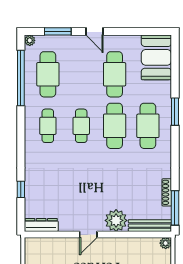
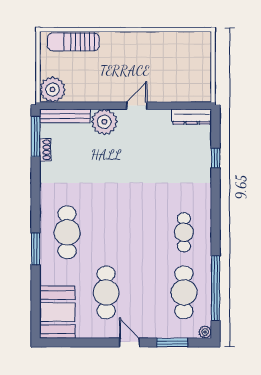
cafe table: (81, 126) -> (145, 232), removed
cafe table: (115, 126) -> (106, 232), removed
shoe rack: (167, 192) -> (45, 150), width x0.70
plant: (166, 243) -> (53, 89), width x1.88, depth x1.88

